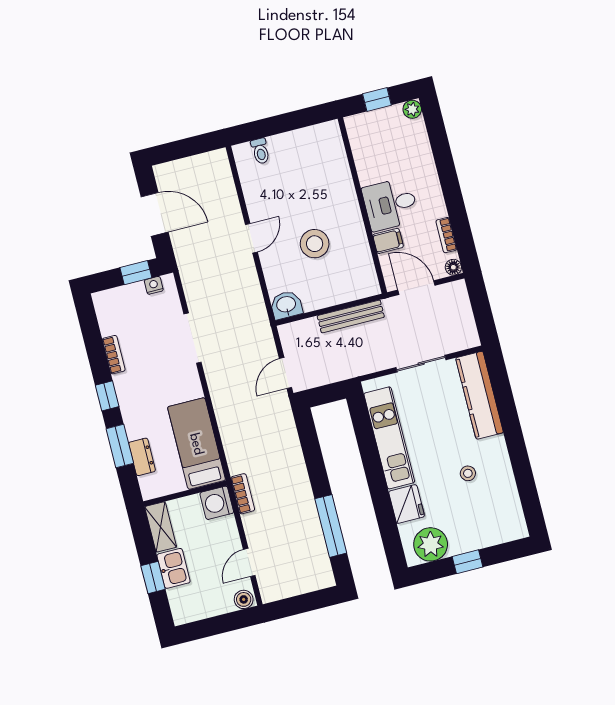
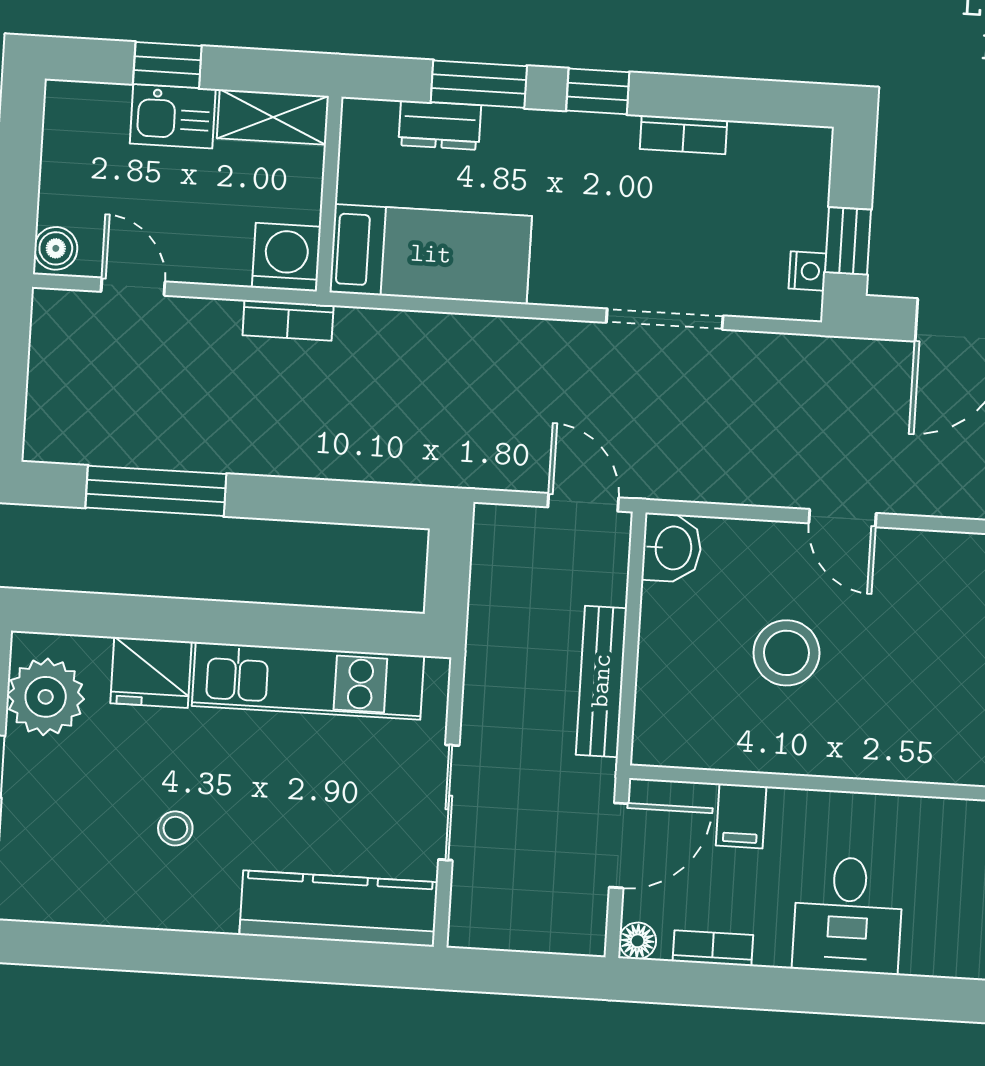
desk: (390, 204) -> (848, 915), moved, turned 180
door: (285, 373) -> (583, 502), moved

